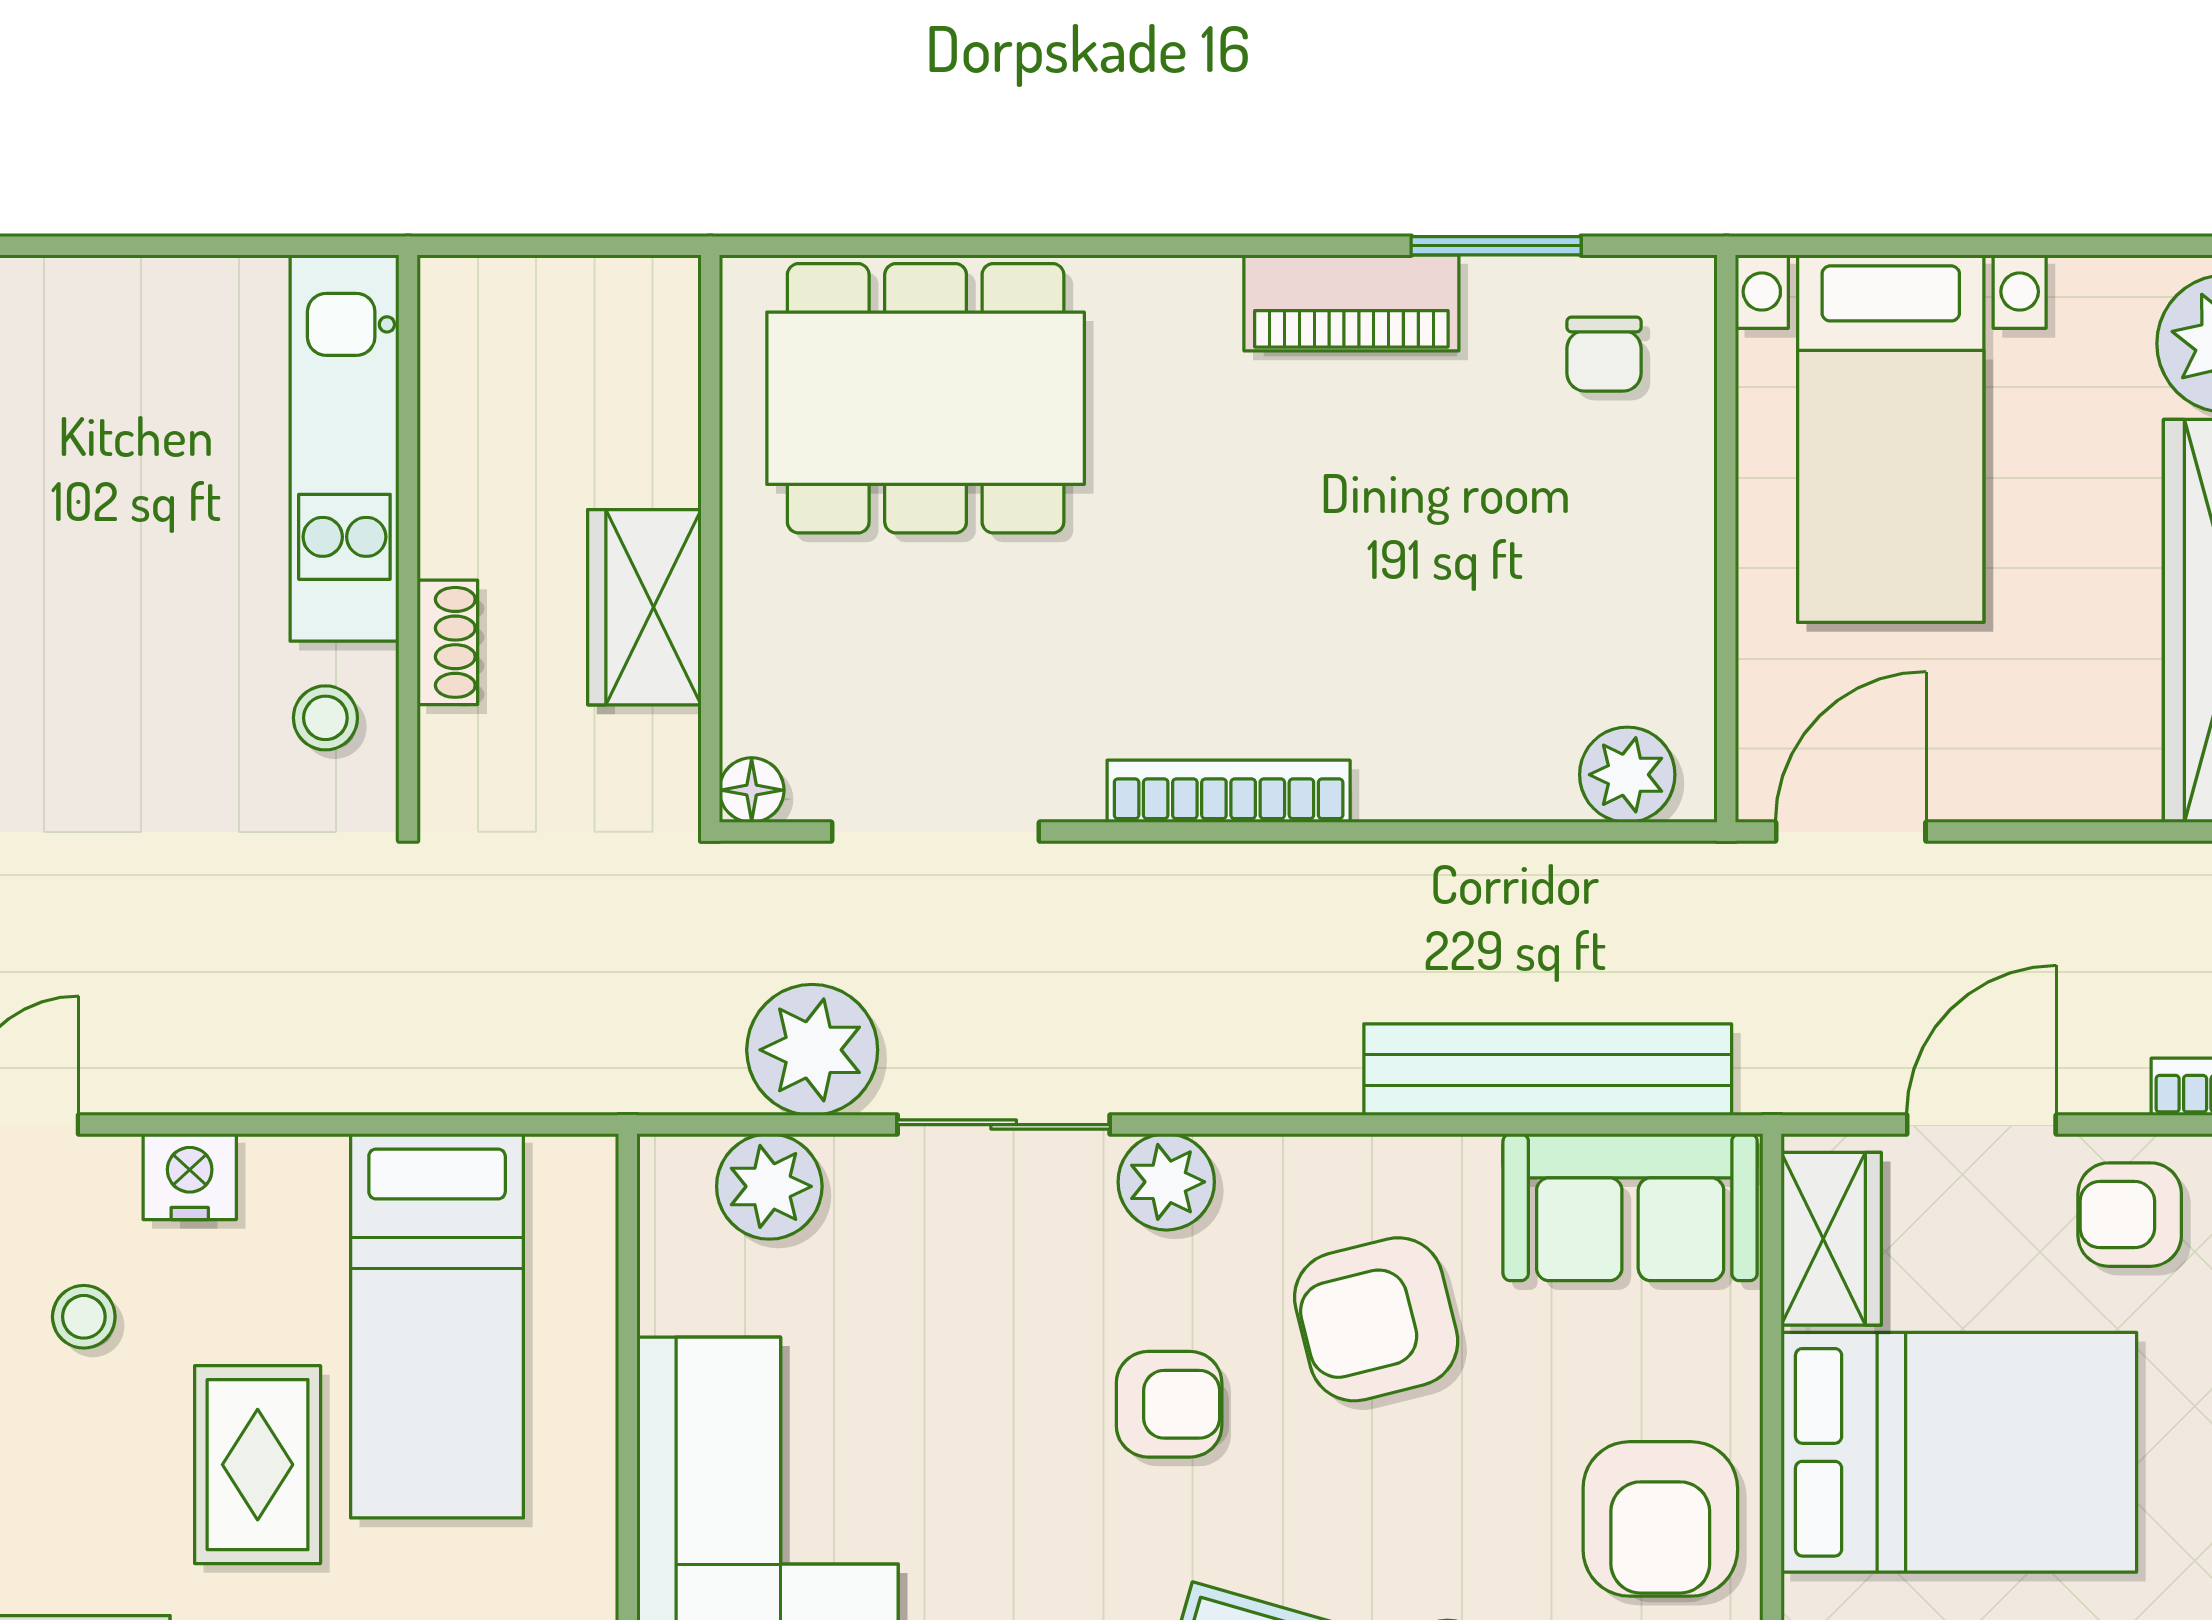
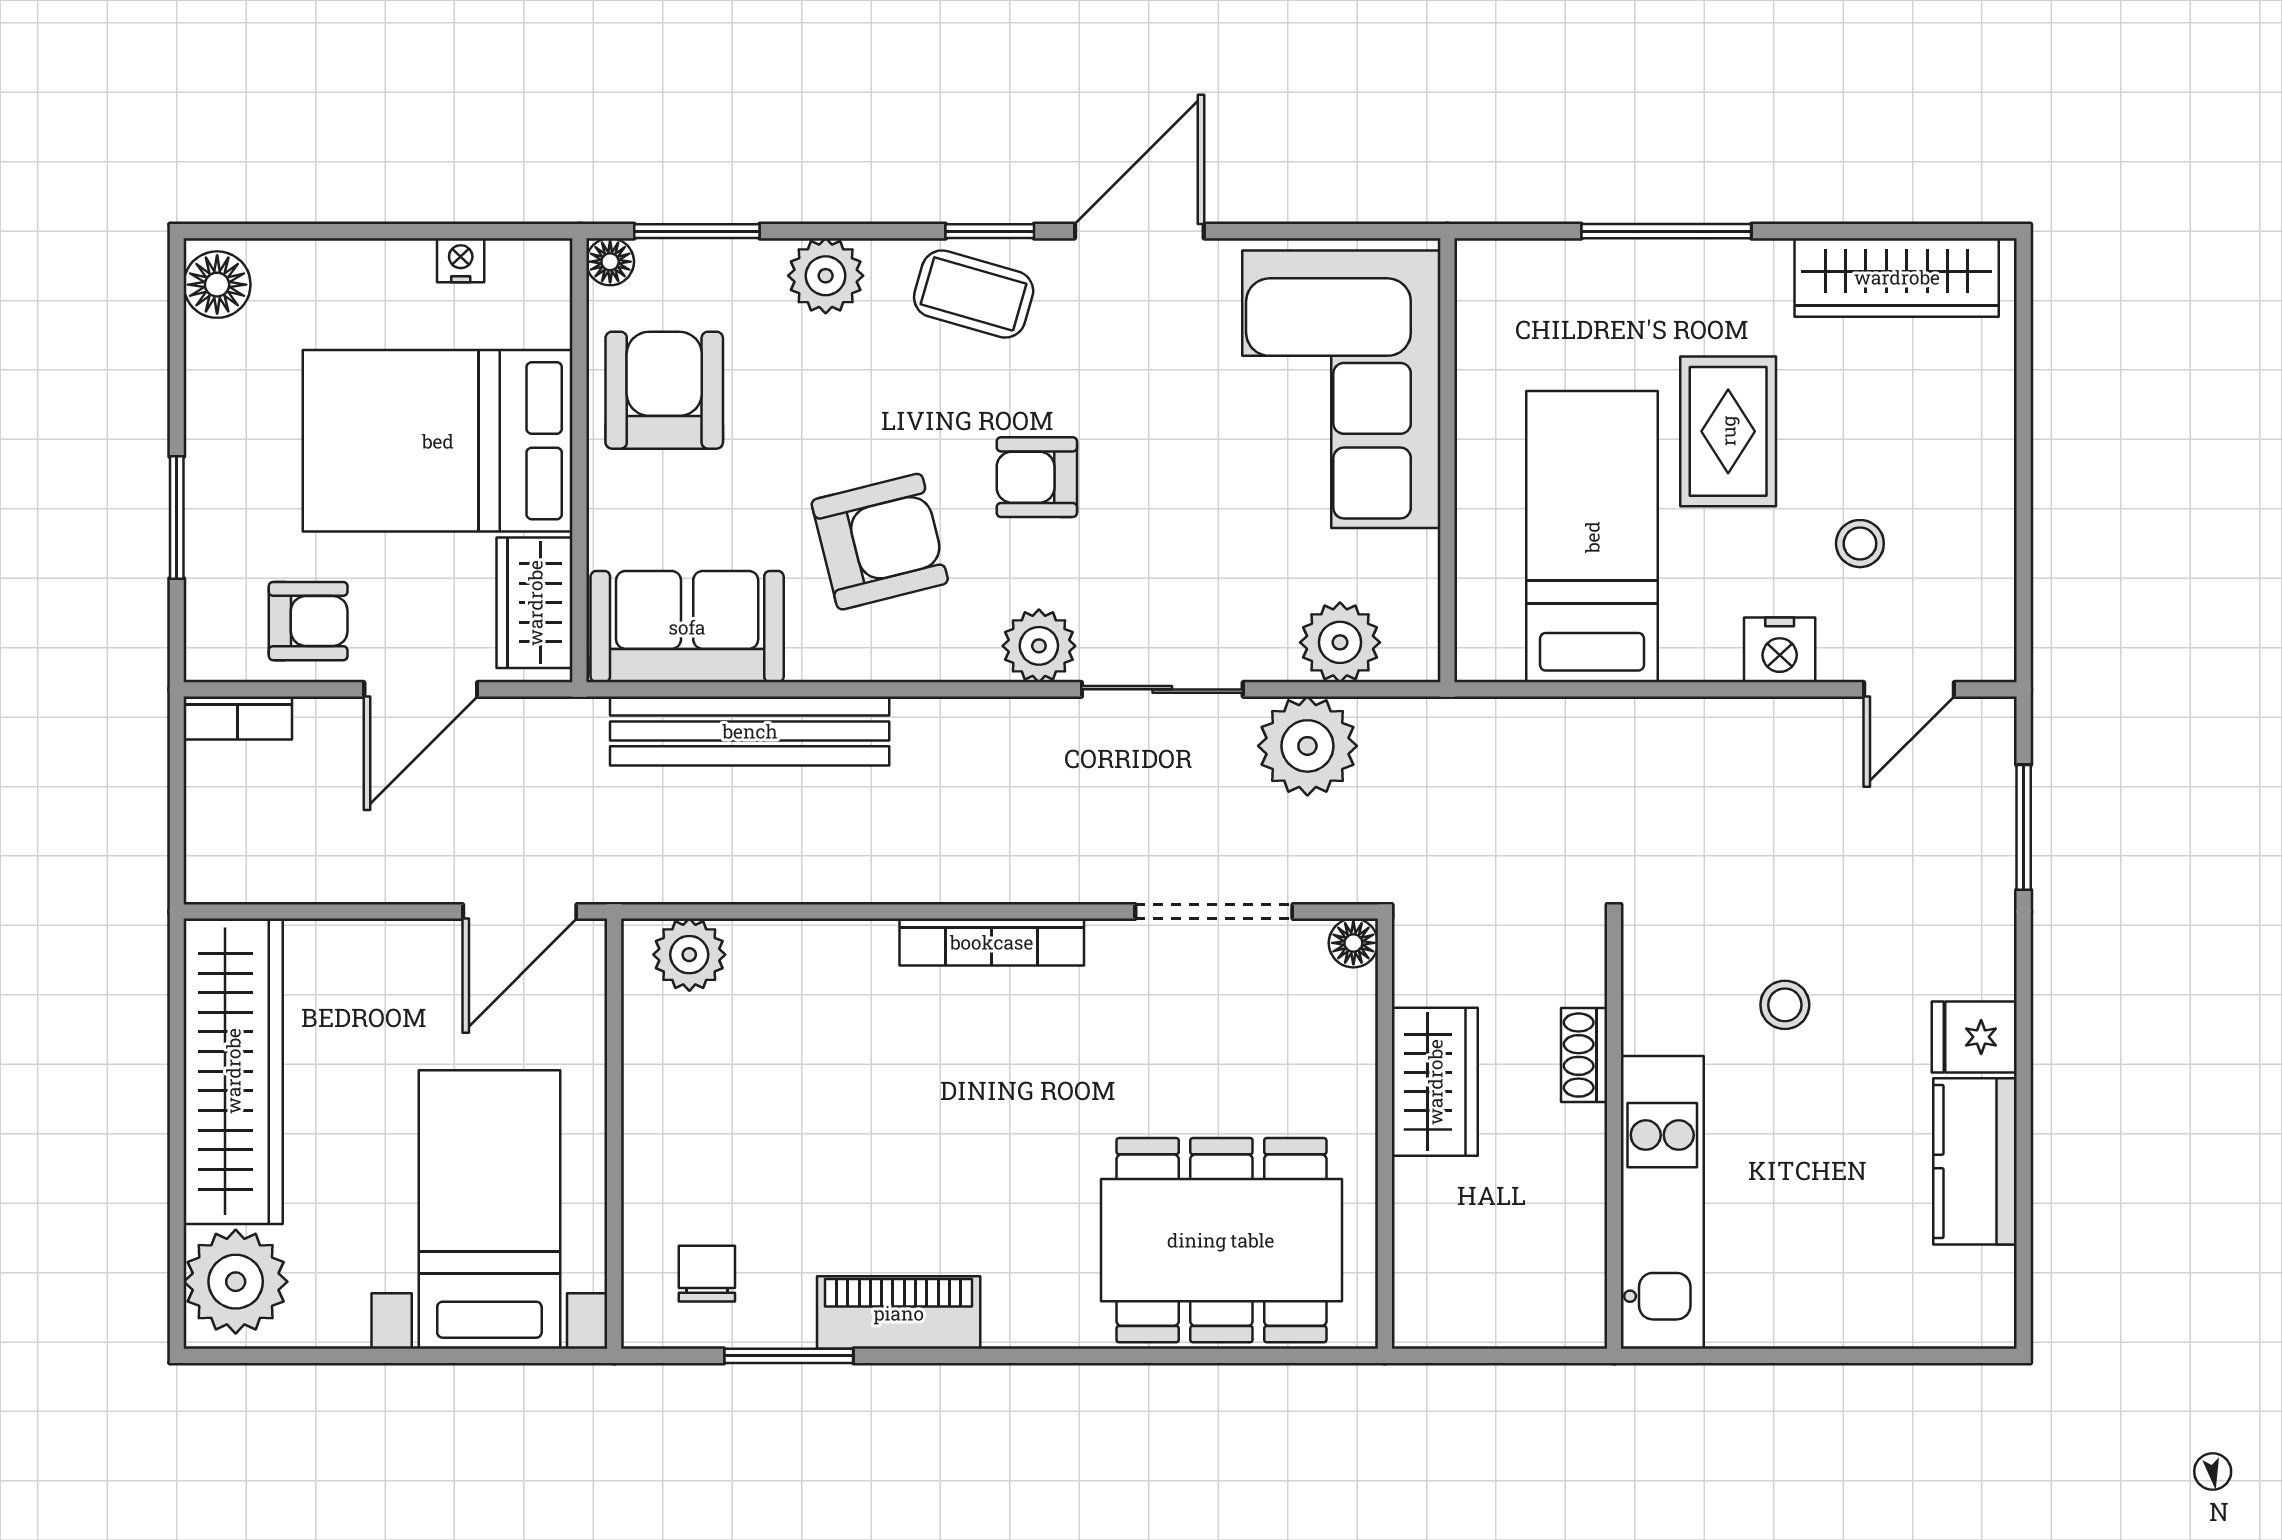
stool: (325, 718) -> (1785, 1005), moved

